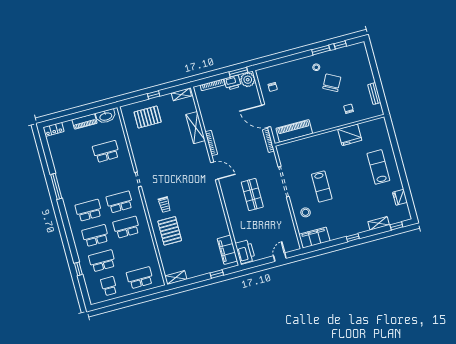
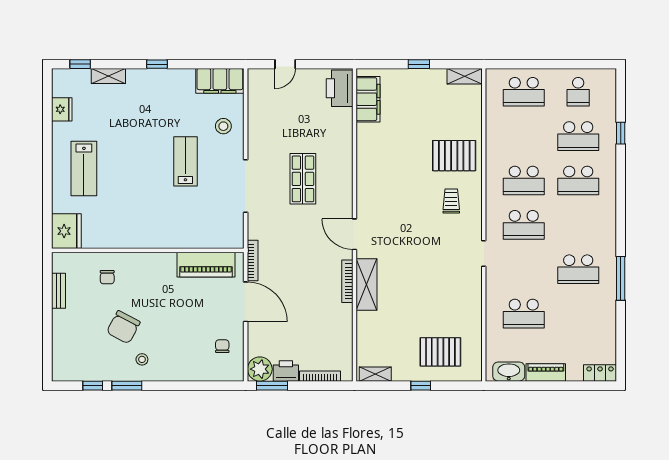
shelving: (195, 128) -> (367, 284), moved
fridge: (350, 135) -> (66, 231), moved, turned 90
school desk: (89, 210) -> (578, 269), moved
pallet: (170, 231) -> (454, 156), turned 90
window: (217, 274) -> (419, 64), moved

